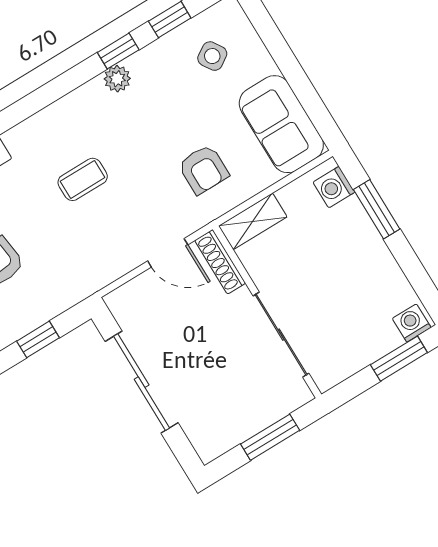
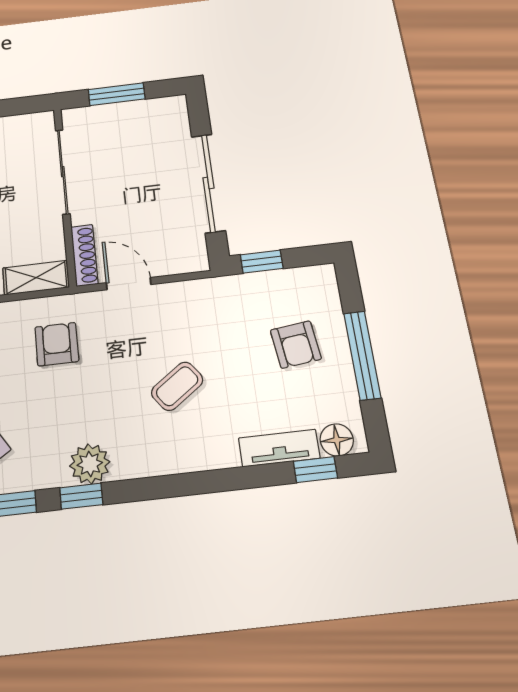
plant: (117, 79) -> (90, 464), width x1.38, depth x1.38
coffee table: (83, 179) -> (177, 386), turned -36
window: (38, 339) -> (262, 262), moved

